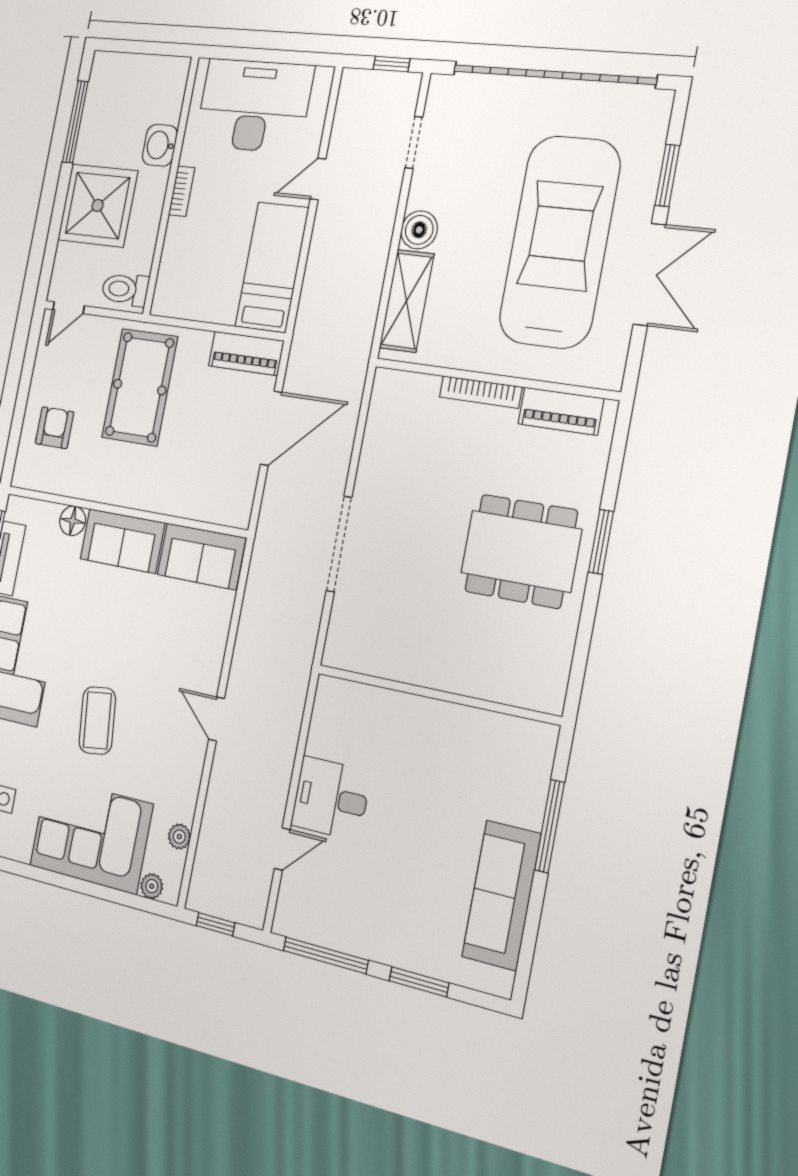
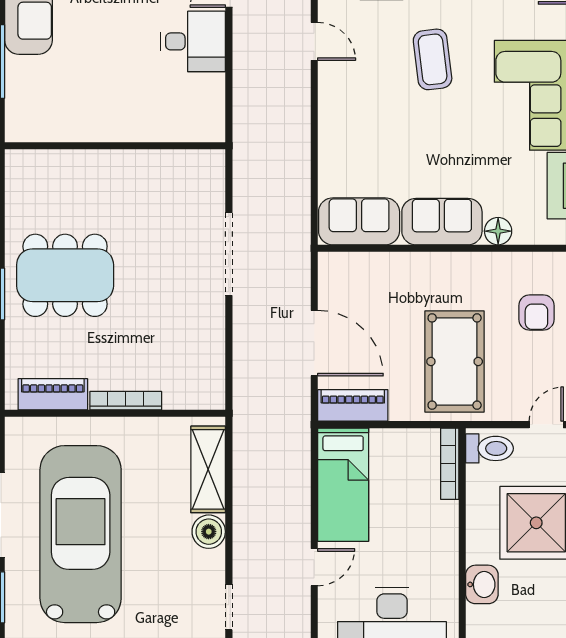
bookcase: (182, 191) -> (450, 464), moved, width x1.56
car: (560, 242) -> (81, 534), turned 180
door: (271, 428) -> (314, 343), swing flipped
door: (216, 719) -> (314, 41), moved

